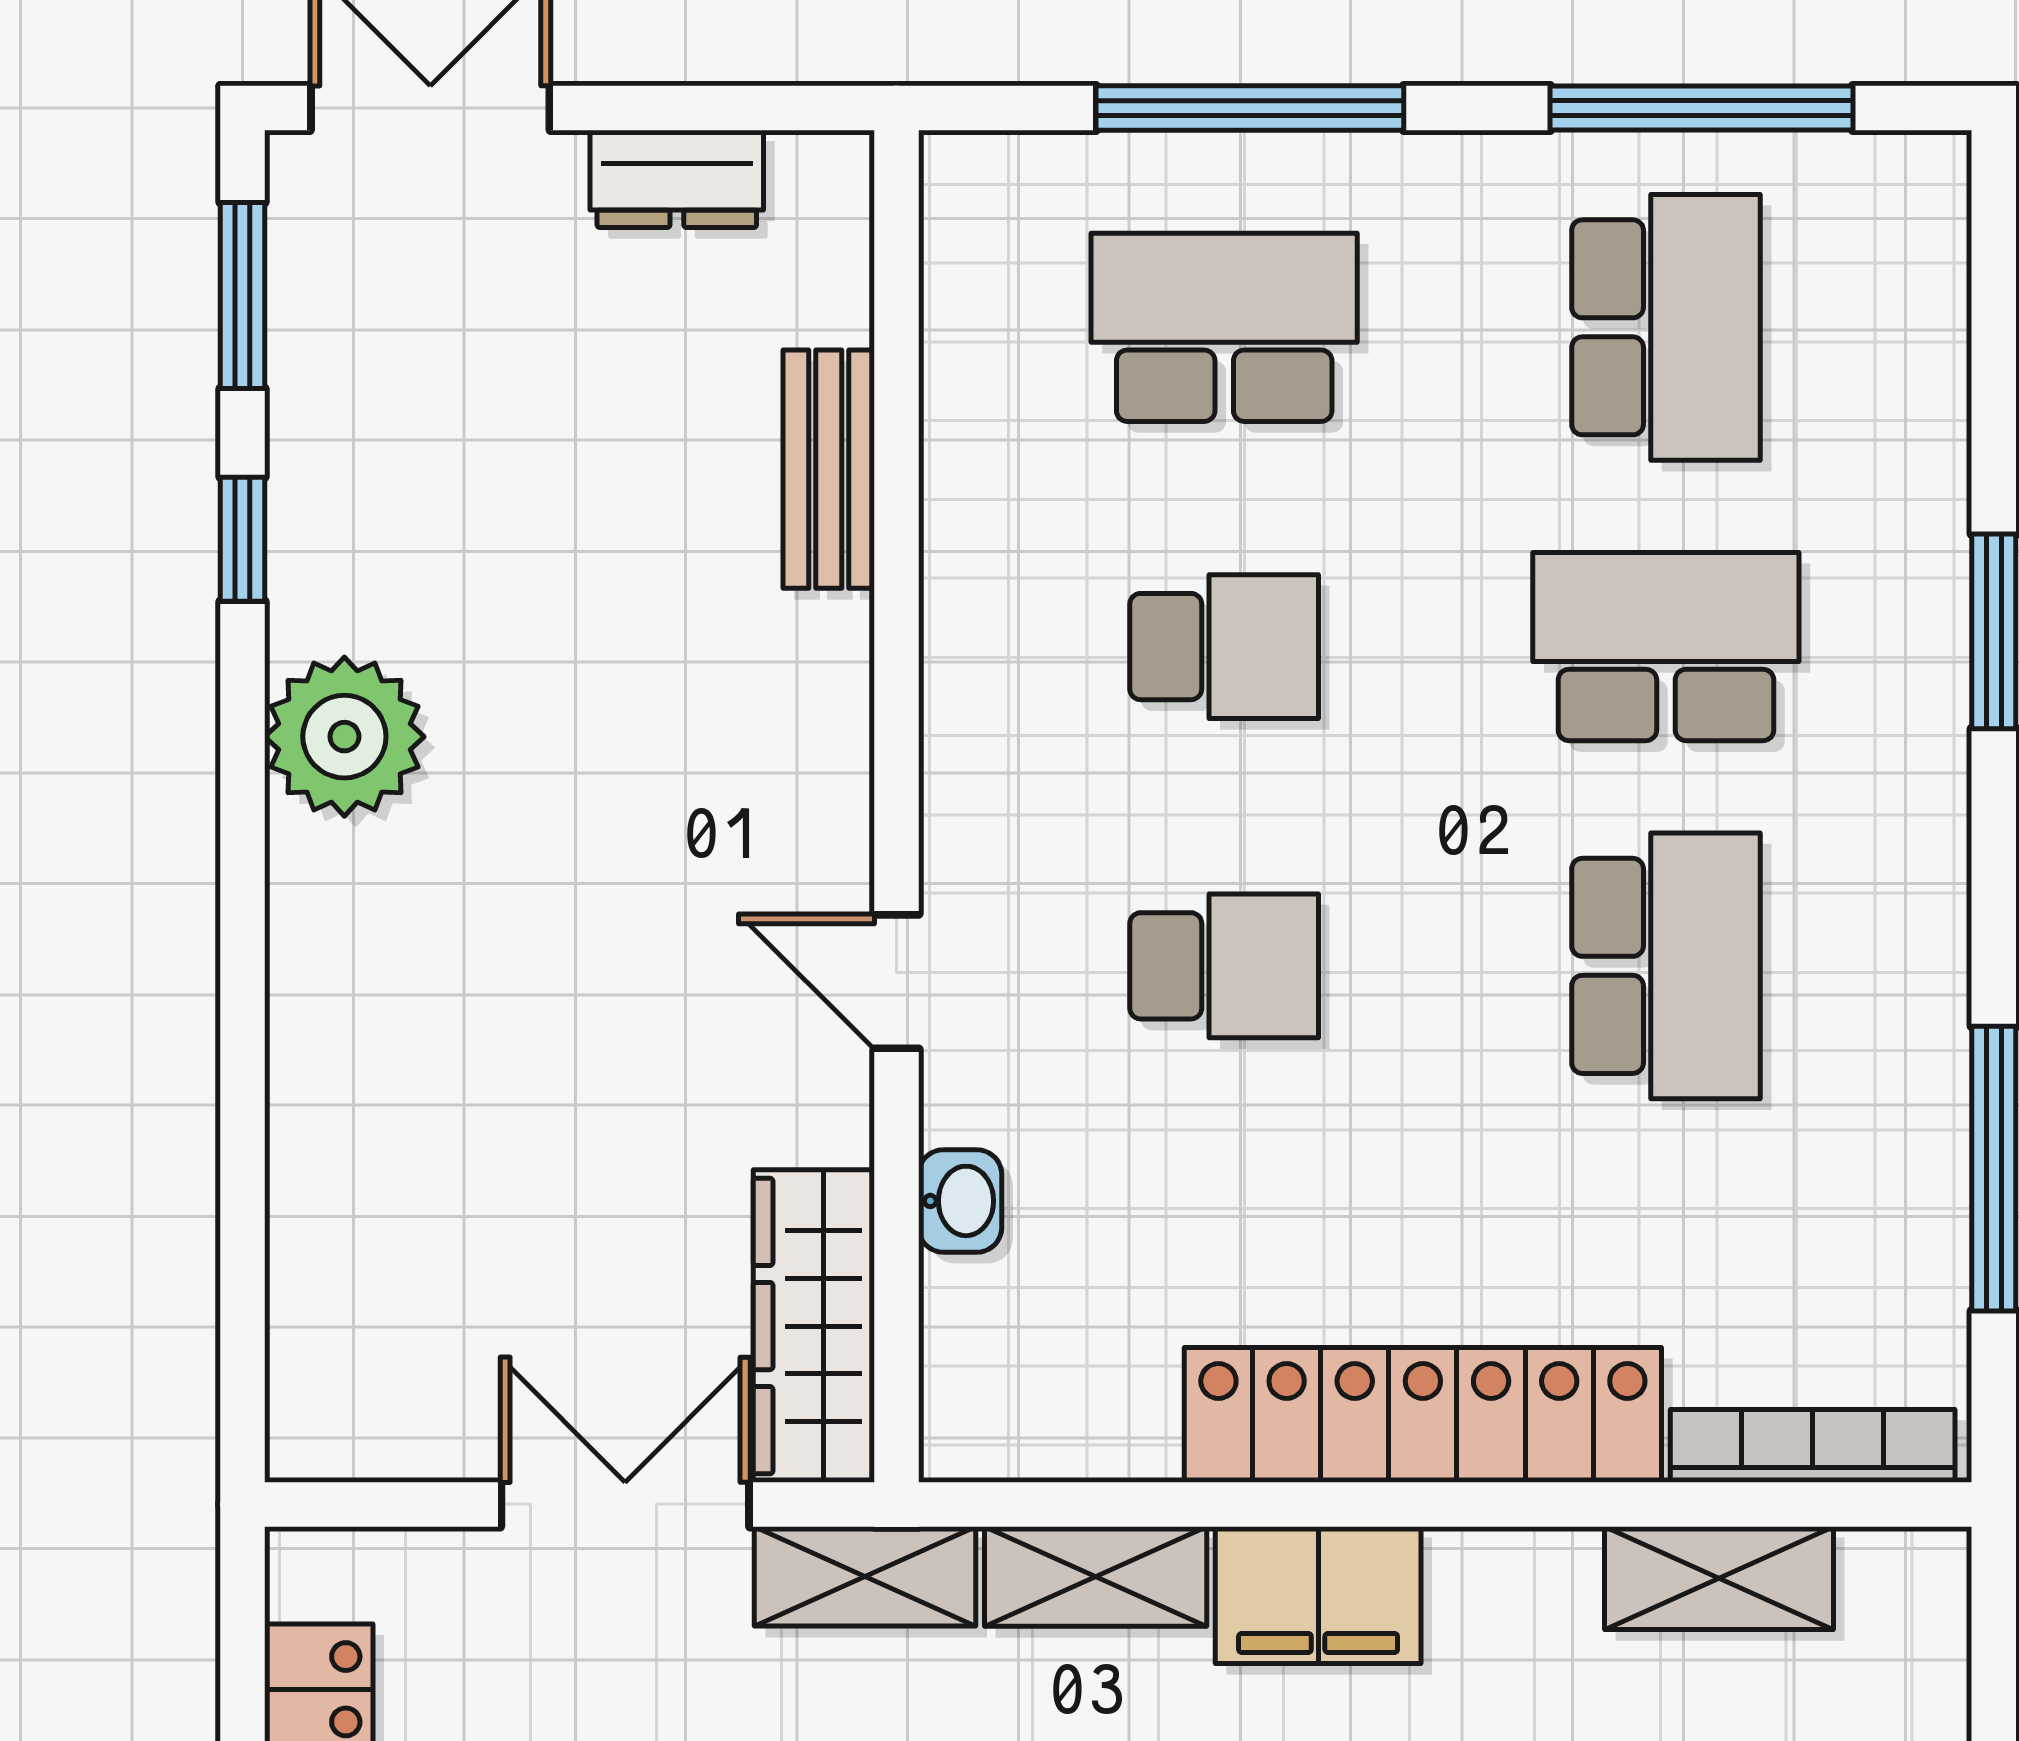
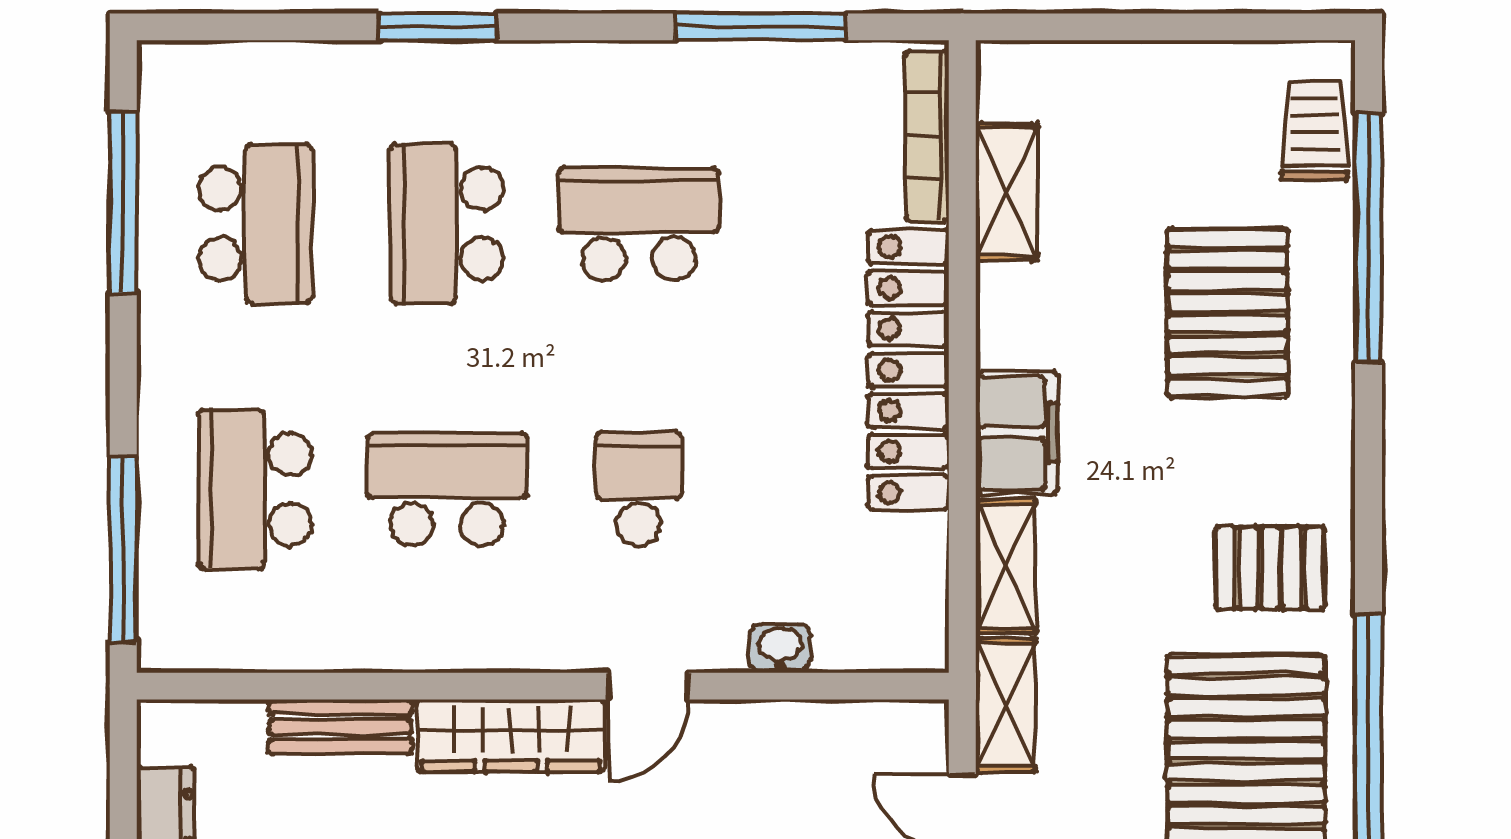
window: (1250, 108) -> (123, 549), moved
school desk: (1666, 327) -> (255, 224), turned 90
school desk: (1224, 647) -> (447, 489), width x1.85
wardrobe: (814, 1326) -> (511, 736), moved

